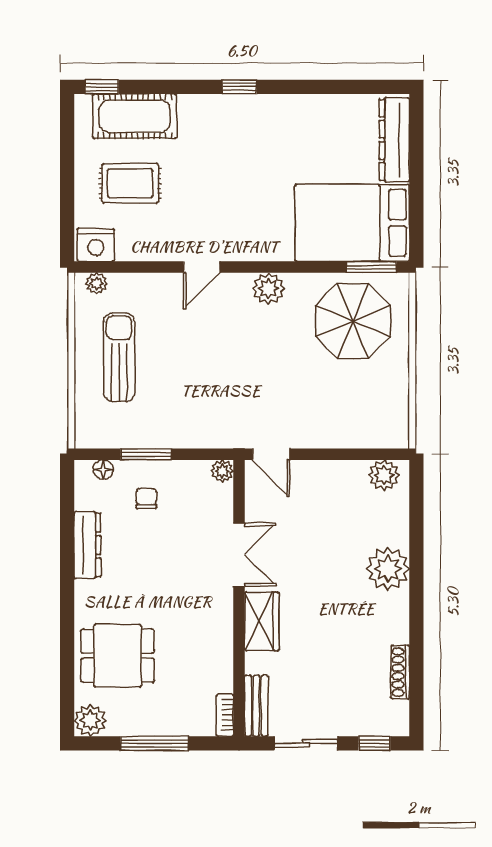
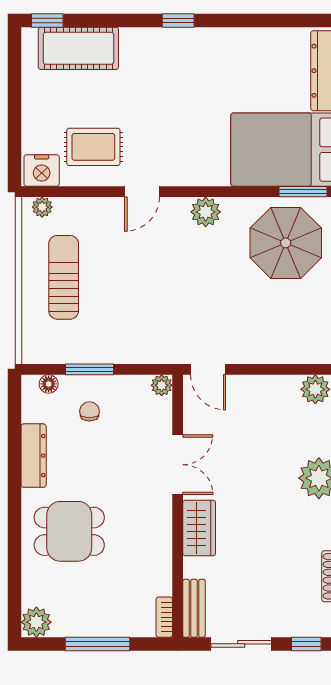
rug: (130, 183) -> (93, 147), moved
dining table: (117, 656) -> (69, 531), moved

